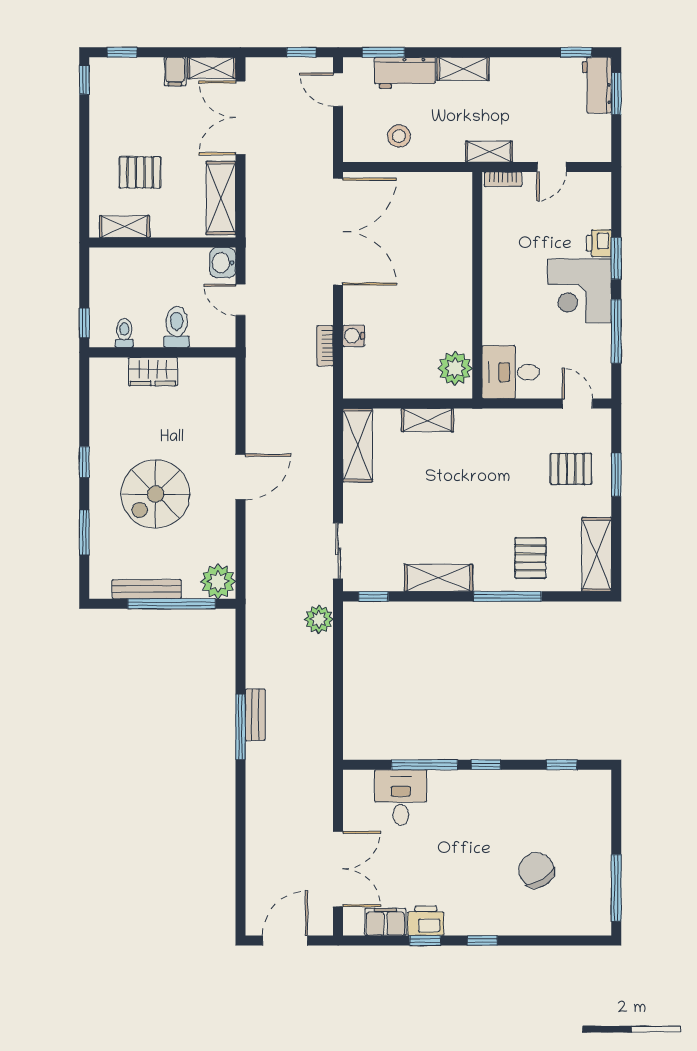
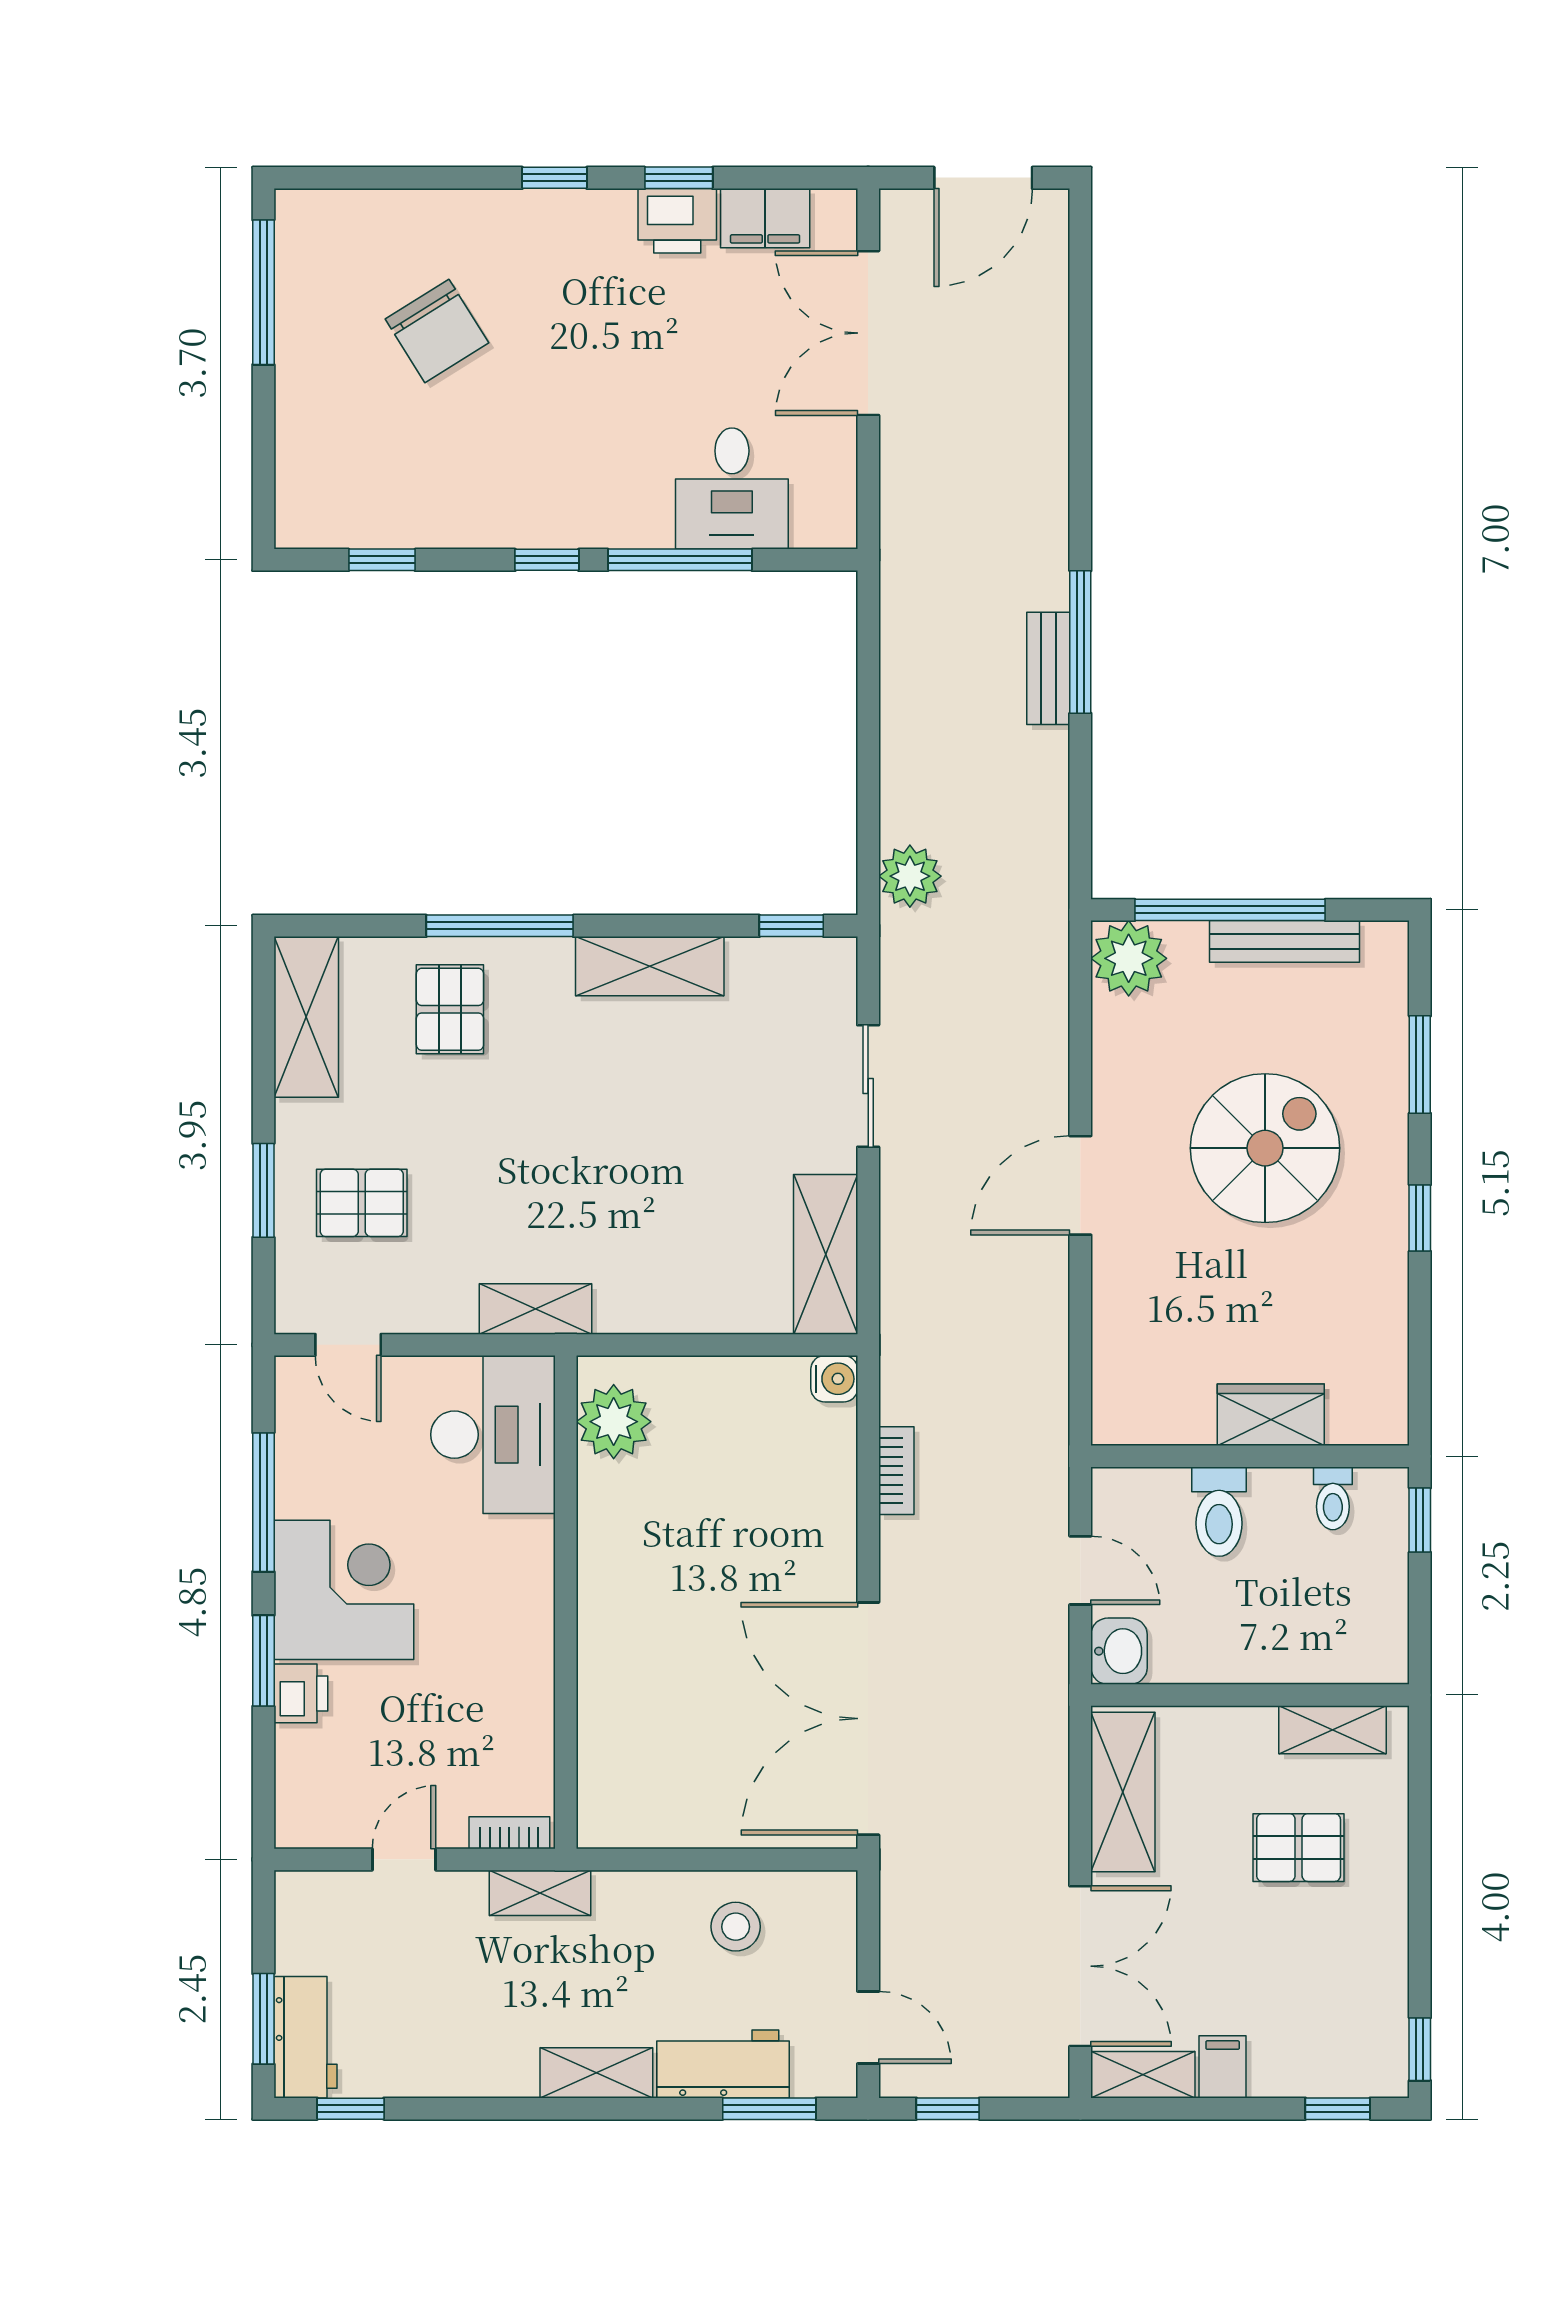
water cooler: (354, 336) -> (834, 1379), moved
desk: (511, 372) -> (493, 1435), width x1.37
shelving: (427, 420) -> (535, 1309), moved
sliding door: (338, 551) -> (868, 1086), moved

